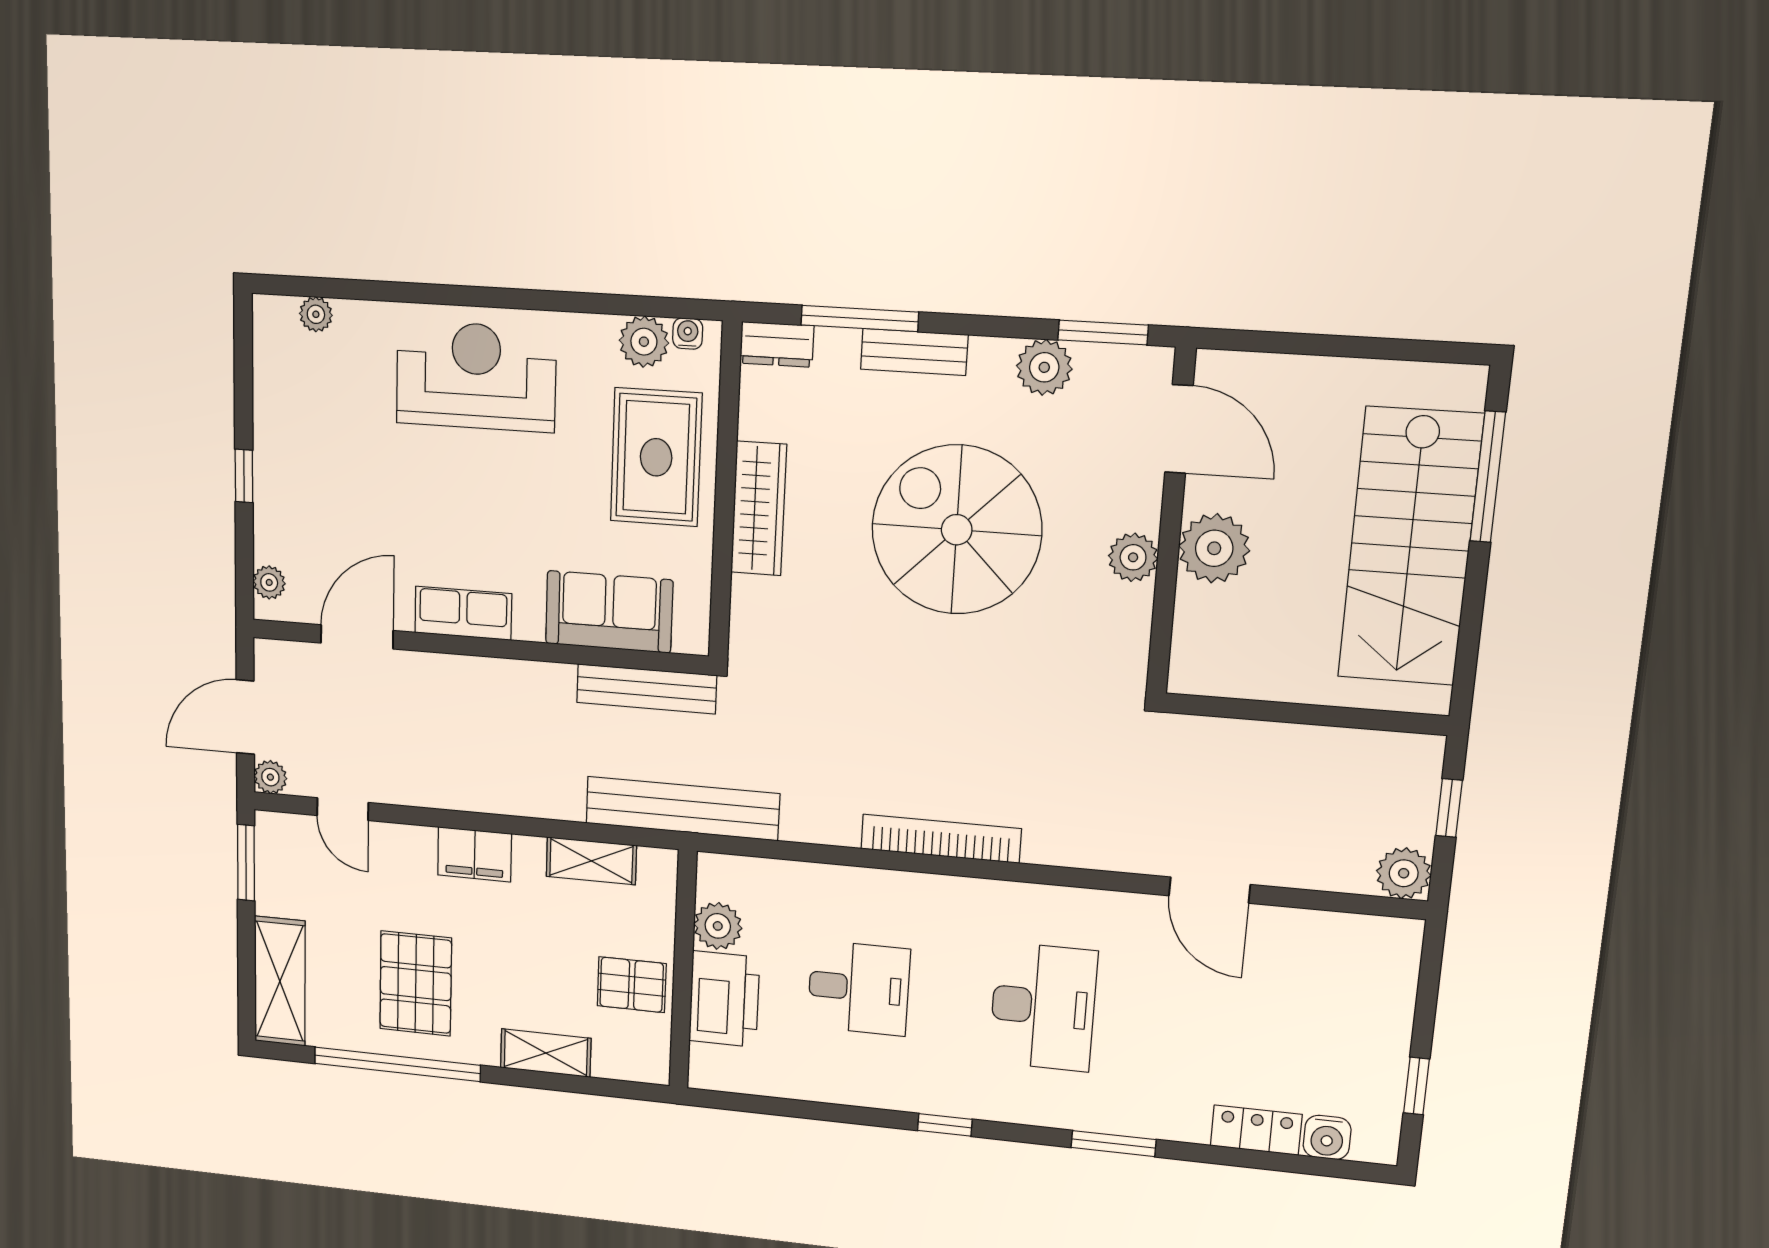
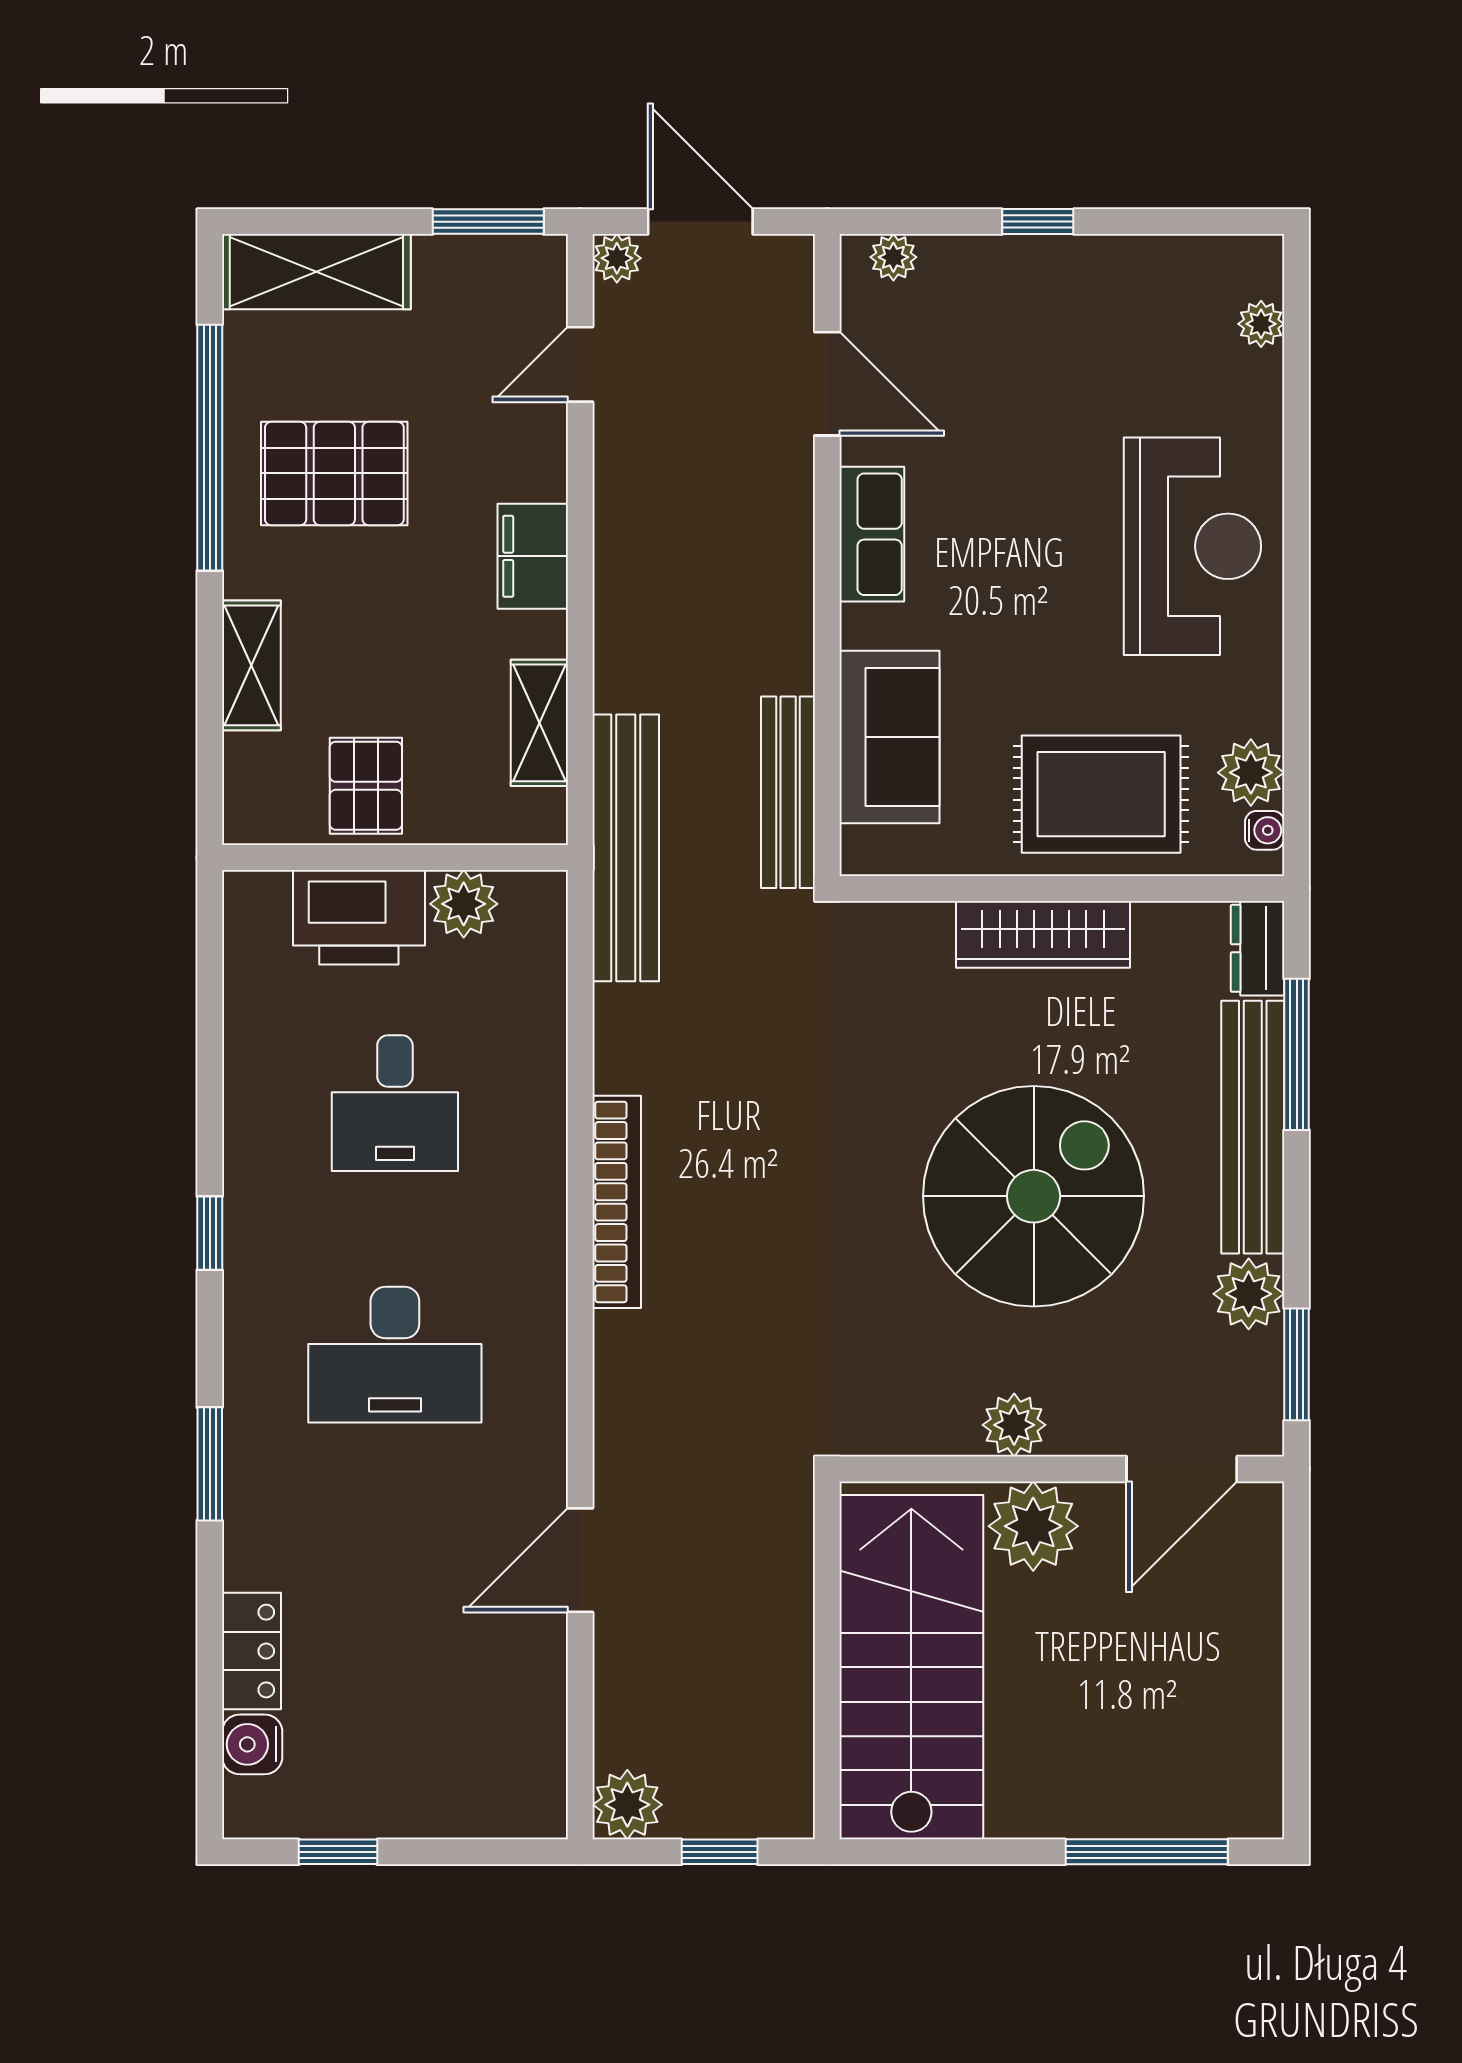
bench: (914, 352) -> (1253, 1127), width x1.86, depth x1.21
stairs: (1410, 547) -> (911, 1667), moved, turned 90

